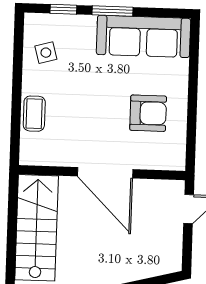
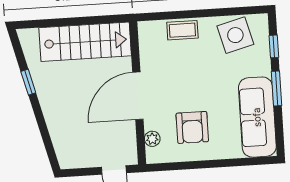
side table: (46, 53) -> (235, 35), width x1.87, depth x1.87
plant: (157, 161) -> (152, 139), added

